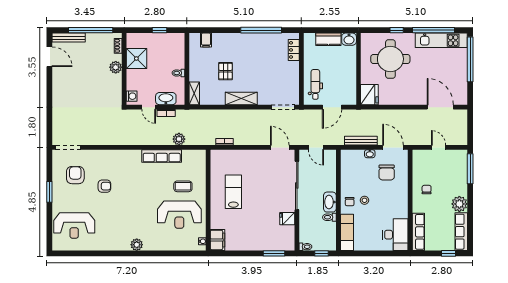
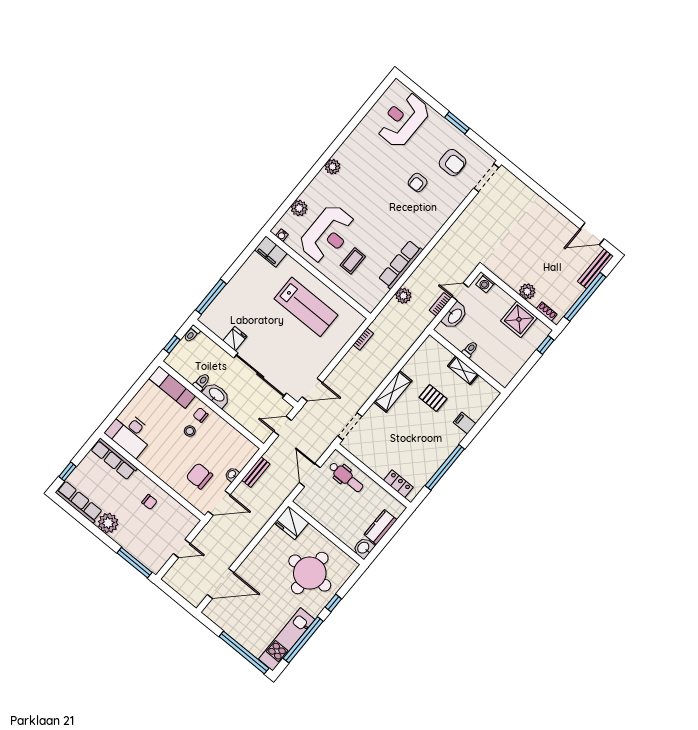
window: (159, 30) -> (545, 345), moved
filing cabinet: (206, 40) -> (465, 423), moved
shelving: (194, 93) -> (463, 370), moved
bench: (361, 141) -> (256, 472), width x0.73
lab bench: (233, 192) -> (306, 307), width x1.36, depth x1.39
reception desk: (179, 215) -> (327, 234), turned 180
plant: (178, 244) -> (299, 208), added
window: (274, 253) -> (211, 297), width x1.44

